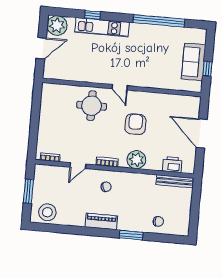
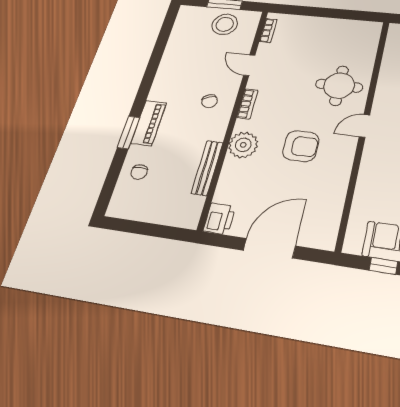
printer: (172, 164) -> (219, 219), moved
bench: (175, 181) -> (207, 168), moved
stool: (47, 212) -> (225, 24), moved
piano: (101, 221) -> (149, 123), moved

